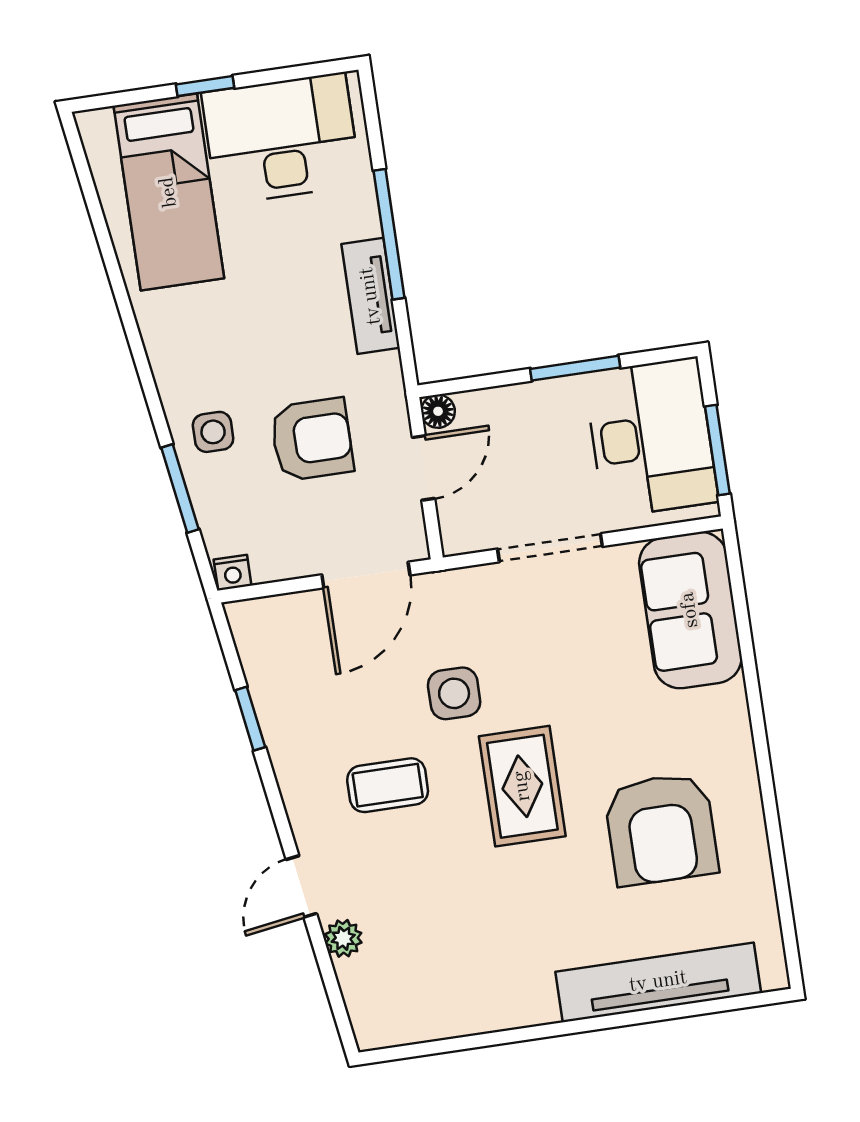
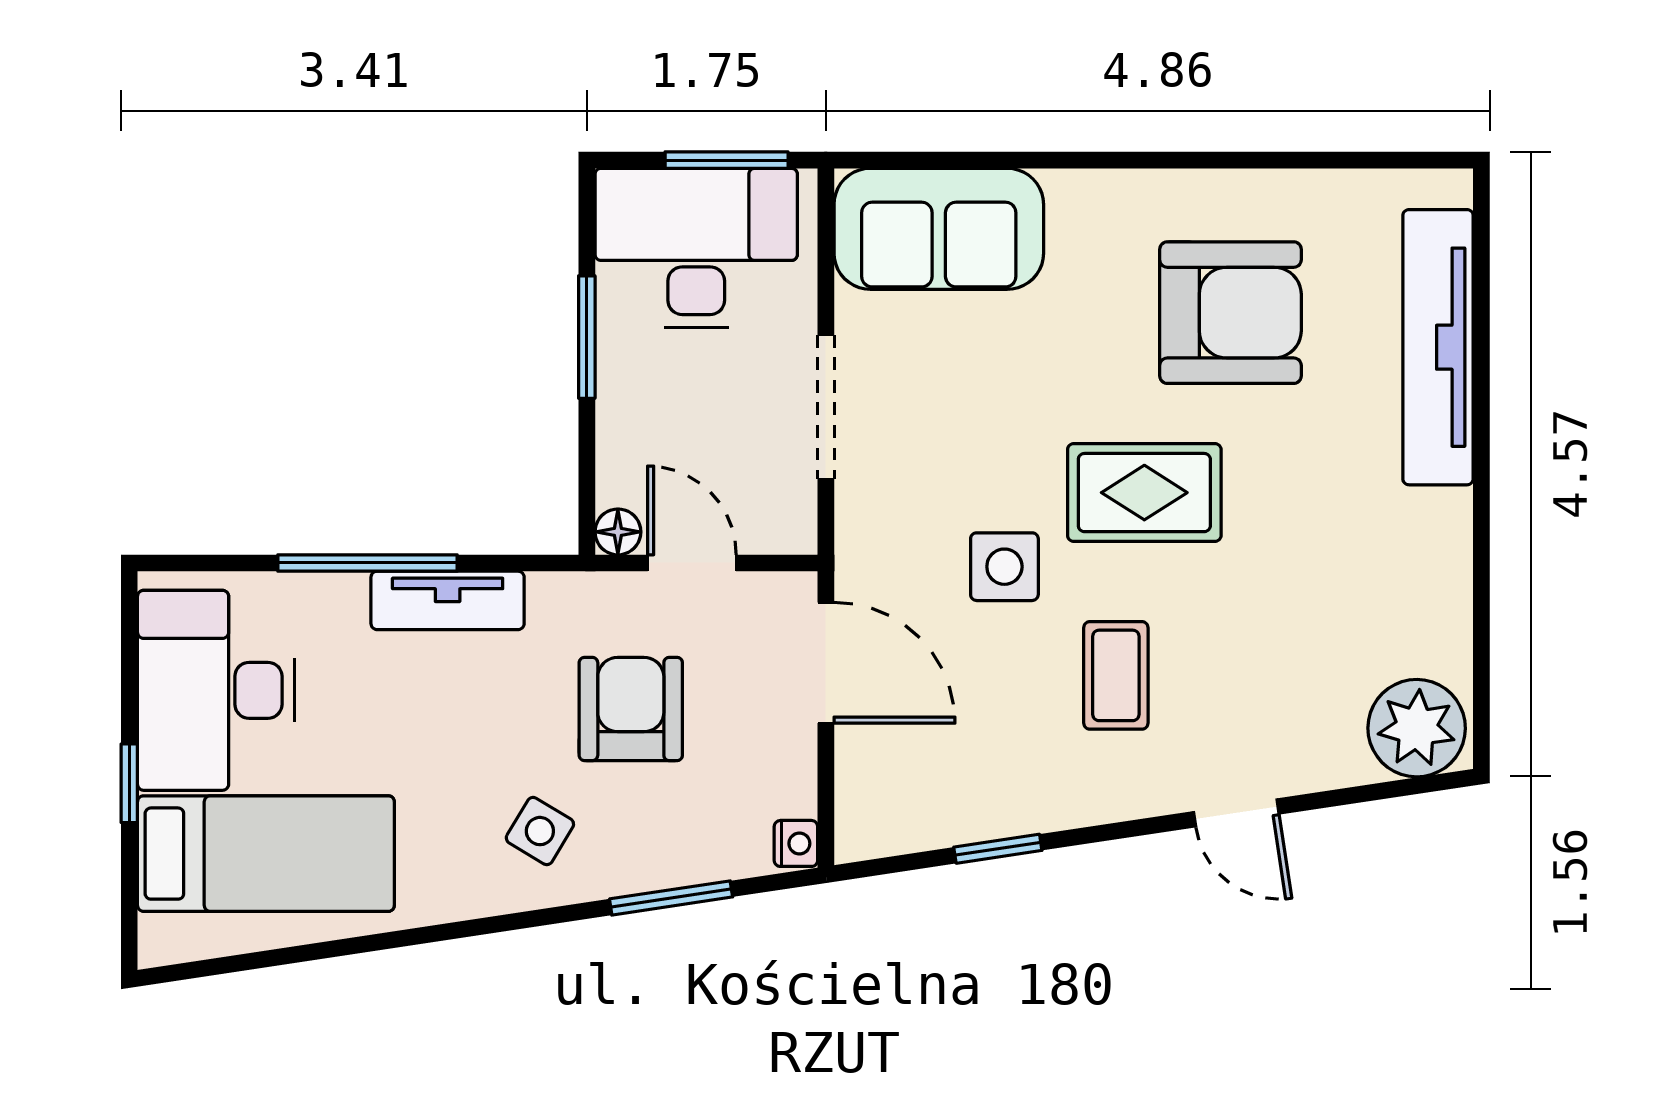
side table: (213, 432) -> (540, 831), moved, turned 31
plant: (343, 938) -> (1417, 728), moved, width x1.88, depth x1.88

